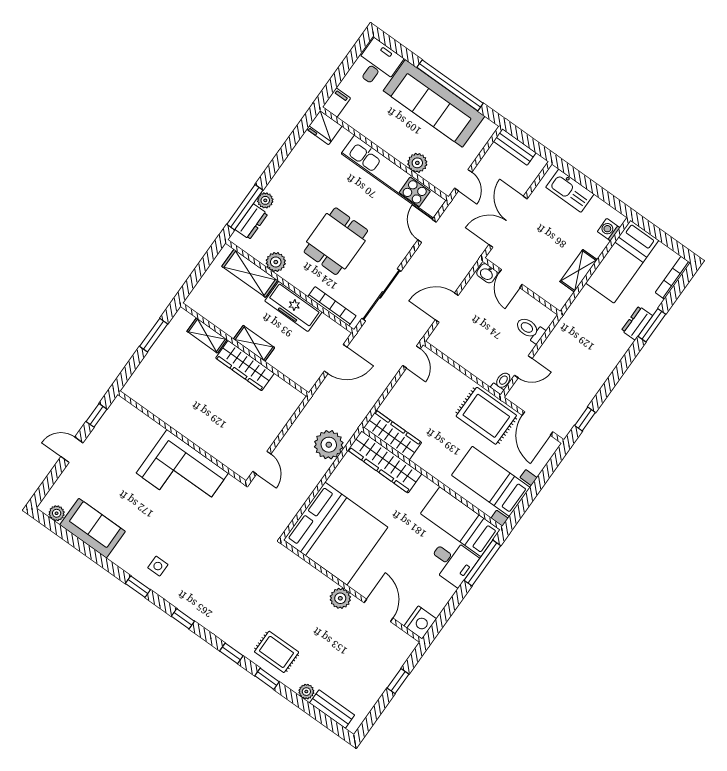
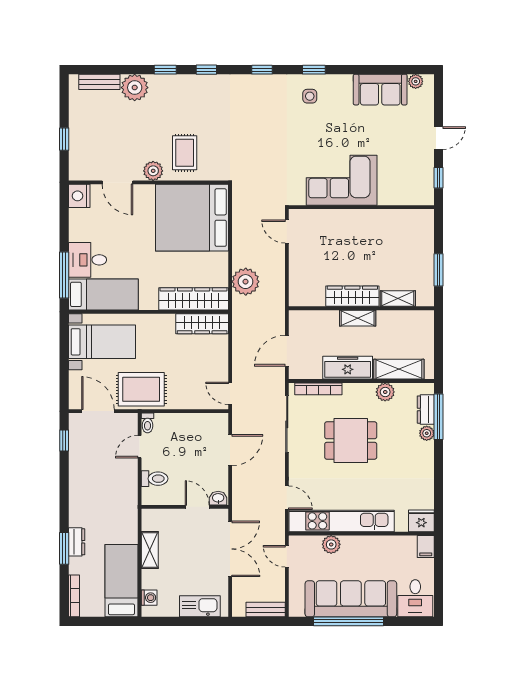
dining table: (336, 241) -> (351, 441), turned 90
rug: (277, 652) -> (185, 153), moved, turned 90
plant: (306, 692) -> (135, 88), width x1.88, depth x1.88

